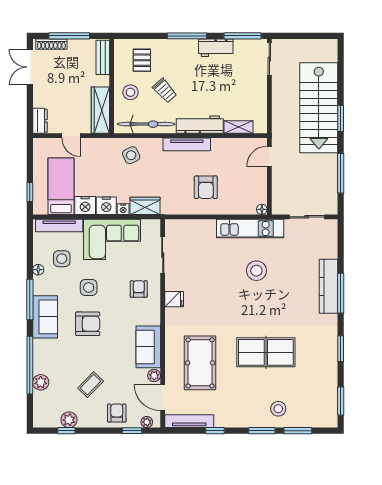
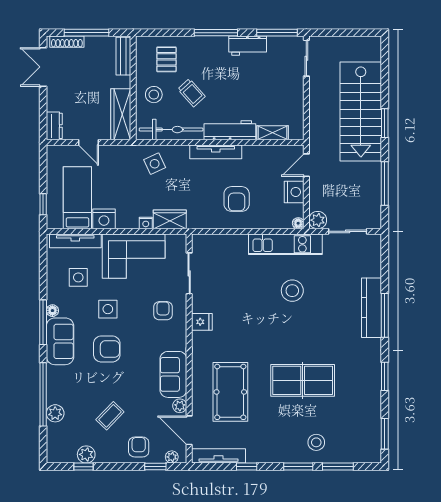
nightstand: (106, 206) -> (294, 192), moved, turned -90
plant: (280, 207) -> (318, 220), added
floor lamp: (38, 270) -> (52, 311), moved

